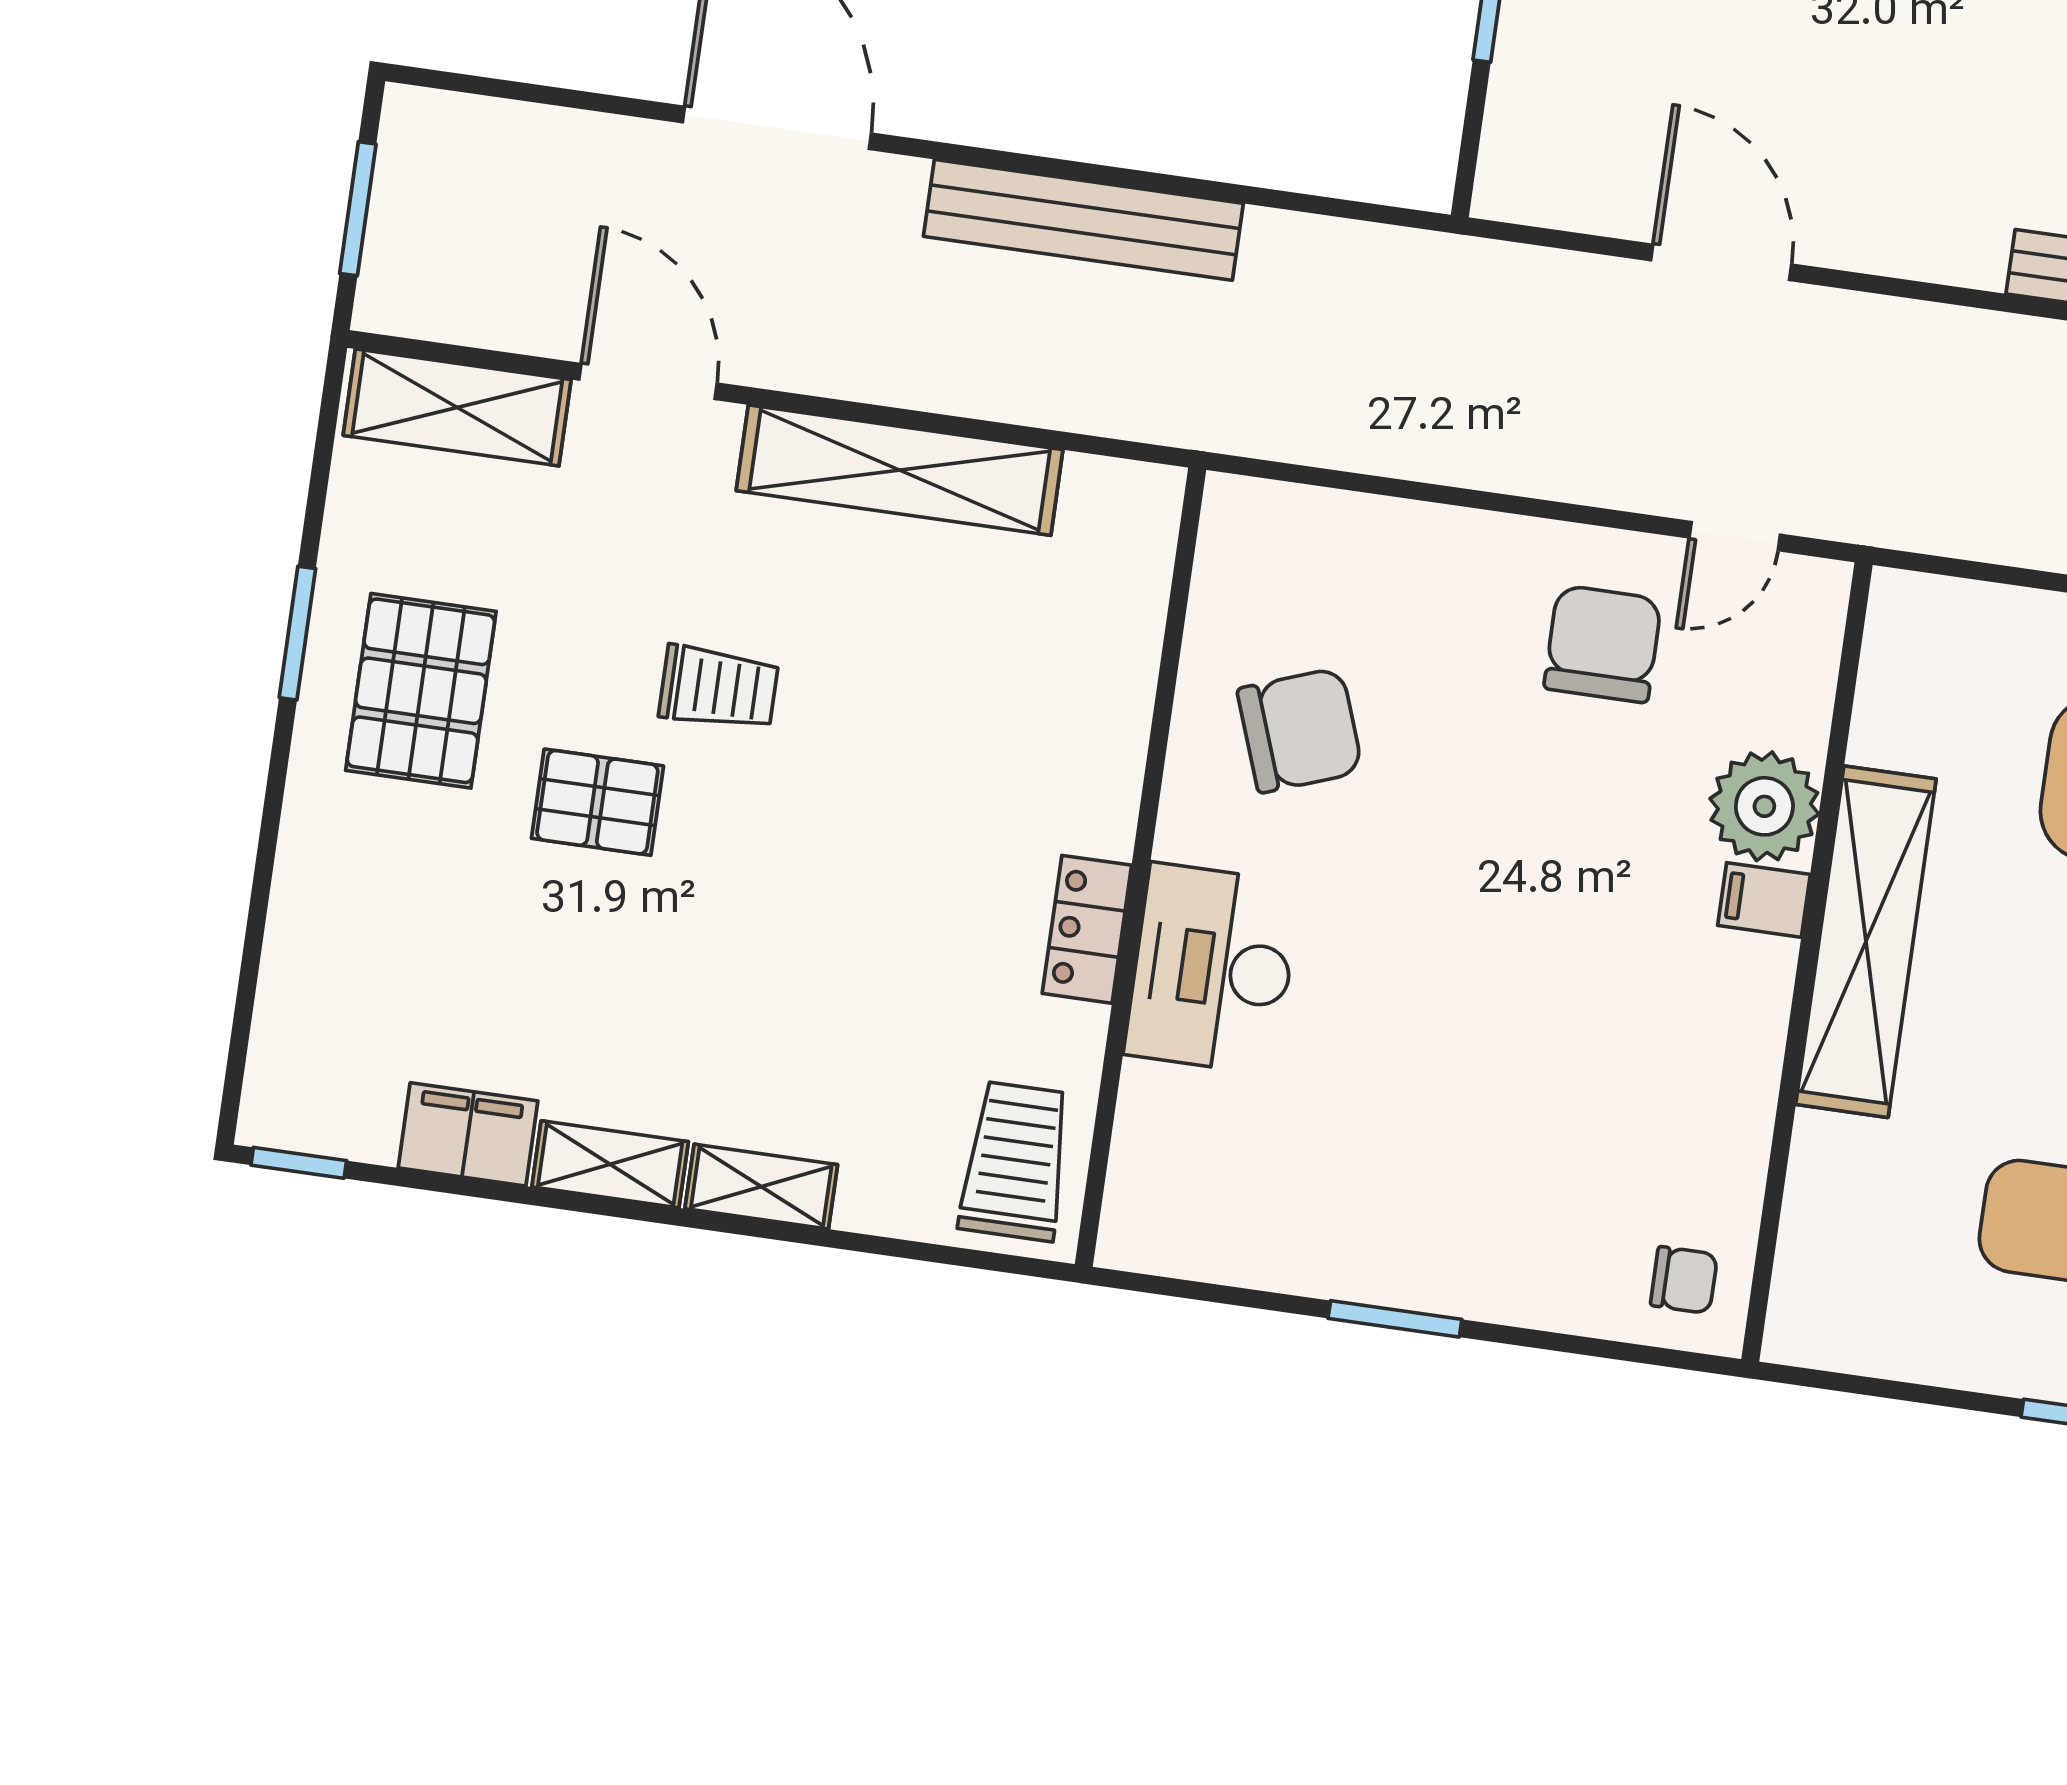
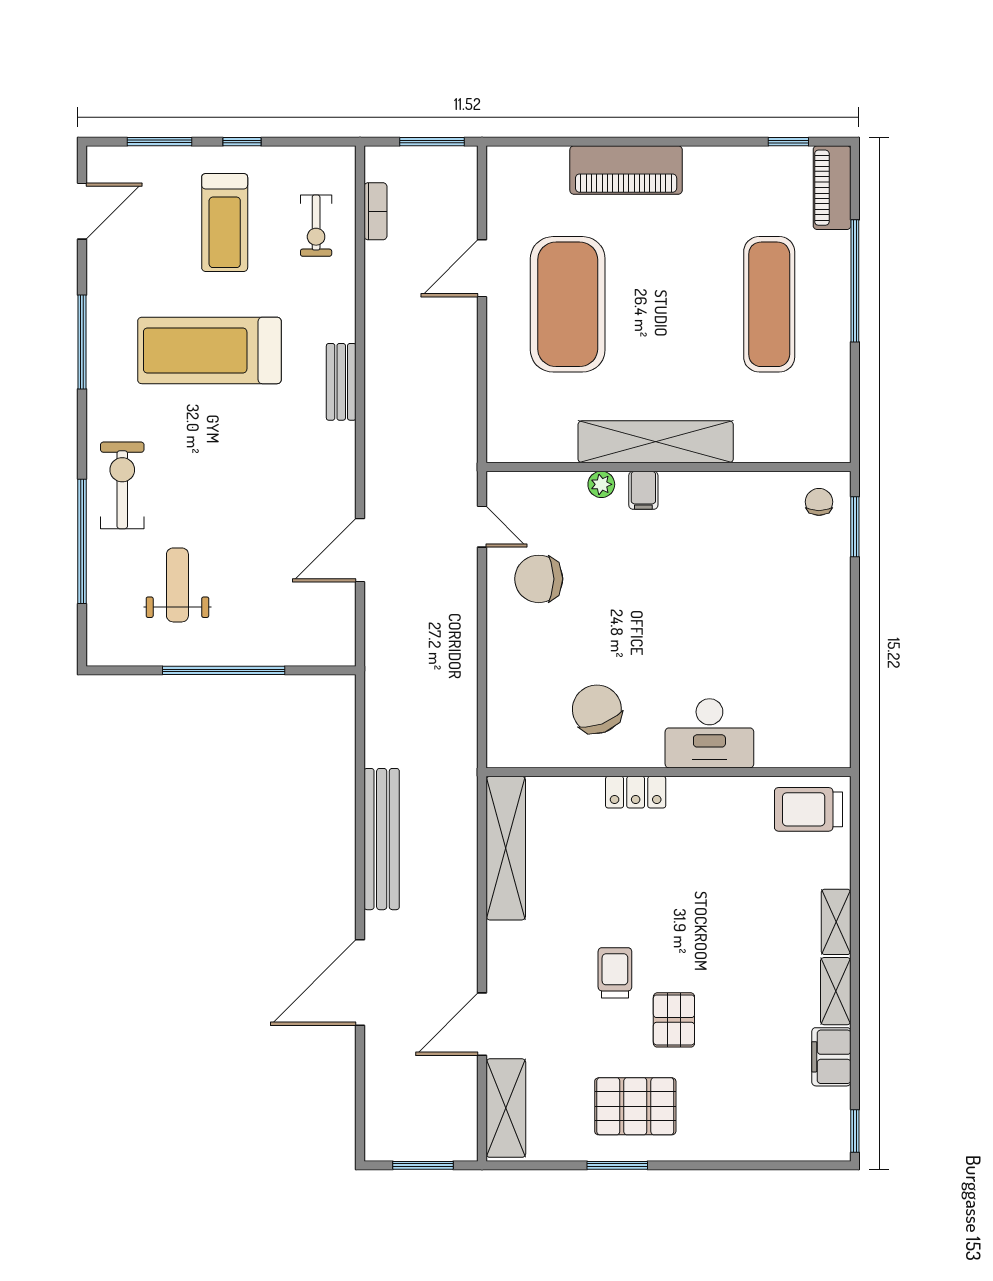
shelving: (900, 470) -> (506, 848), moved
plant: (1764, 806) -> (601, 484), width x0.53, depth x0.53
locker: (1087, 929) -> (636, 792), moved
window: (1395, 1319) -> (855, 527), moved

